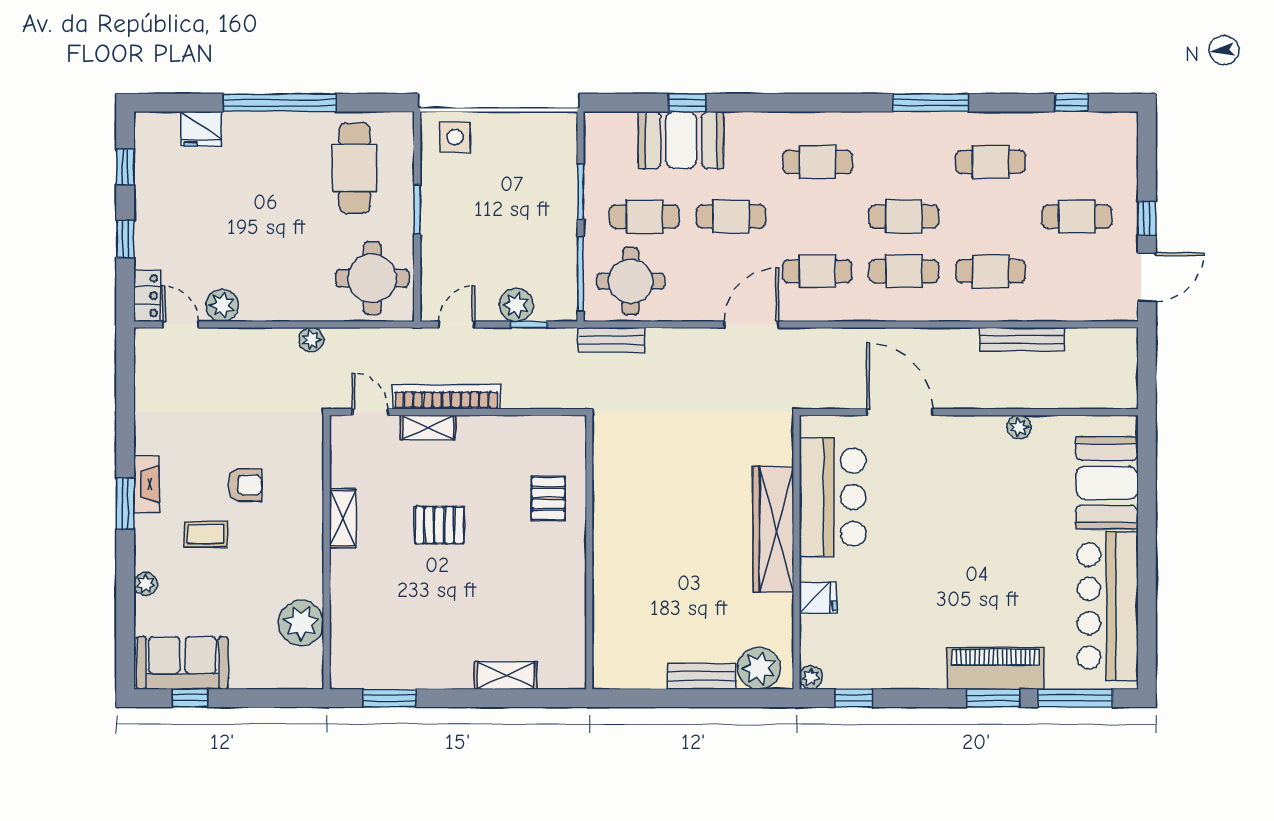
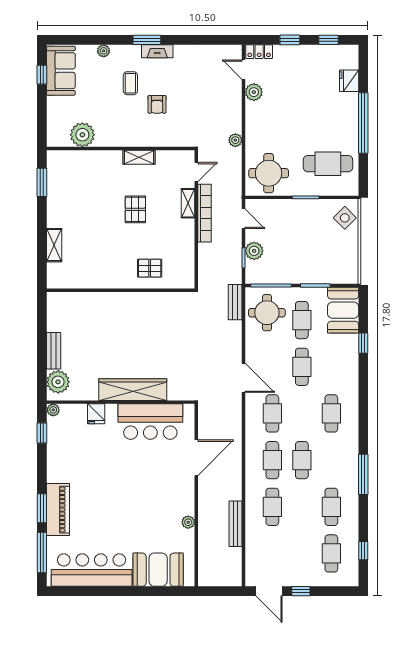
side table: (455, 137) -> (345, 218), turned 45
booth: (681, 140) -> (343, 310), moved
cafe table: (1077, 217) -> (331, 553), moved
door: (181, 325) -> (244, 70), swing flipped

